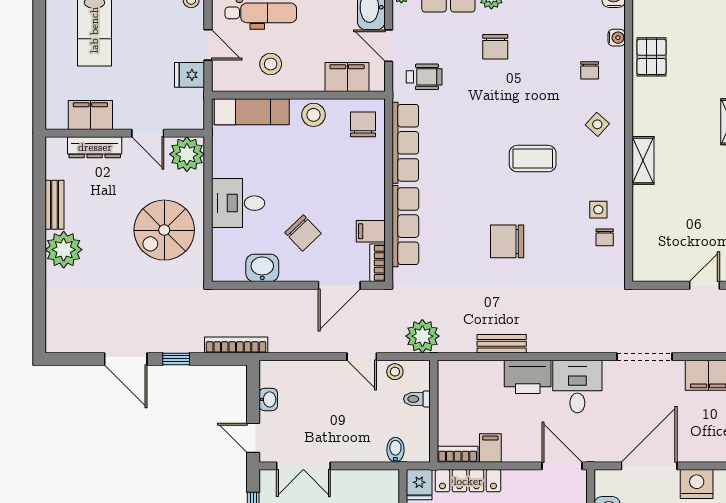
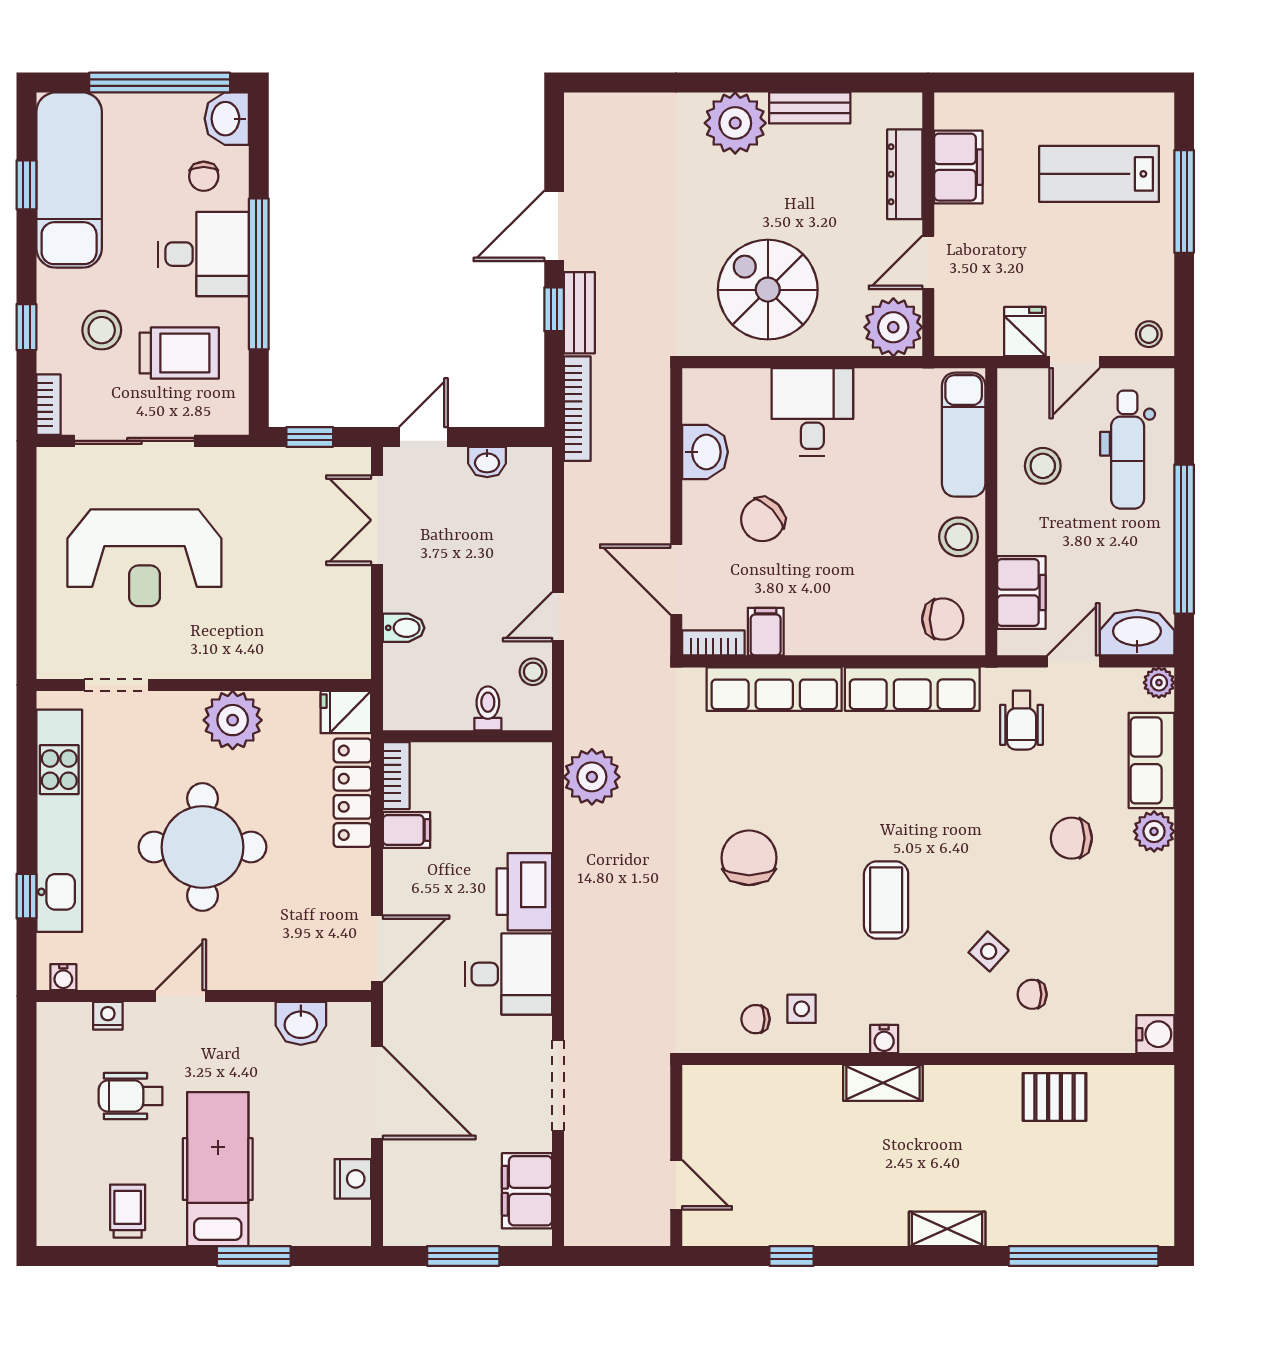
water cooler: (617, 38) -> (884, 1039), moved
side table: (597, 124) -> (989, 951), moved
plant: (422, 336) -> (592, 777), moved
bench: (502, 344) -> (579, 313), moved
bidet: (395, 450) -> (404, 628), moved
nightstand: (697, 484) -> (353, 1179), width x0.74, depth x0.75

